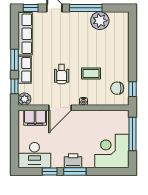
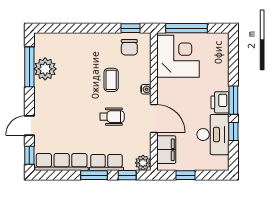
window: (86, 8) -> (29, 67), moved
window: (15, 133) -> (185, 175), added
corner desk: (112, 151) -> (178, 56), moved, turned 180
desk: (34, 155) -> (213, 135), moved

